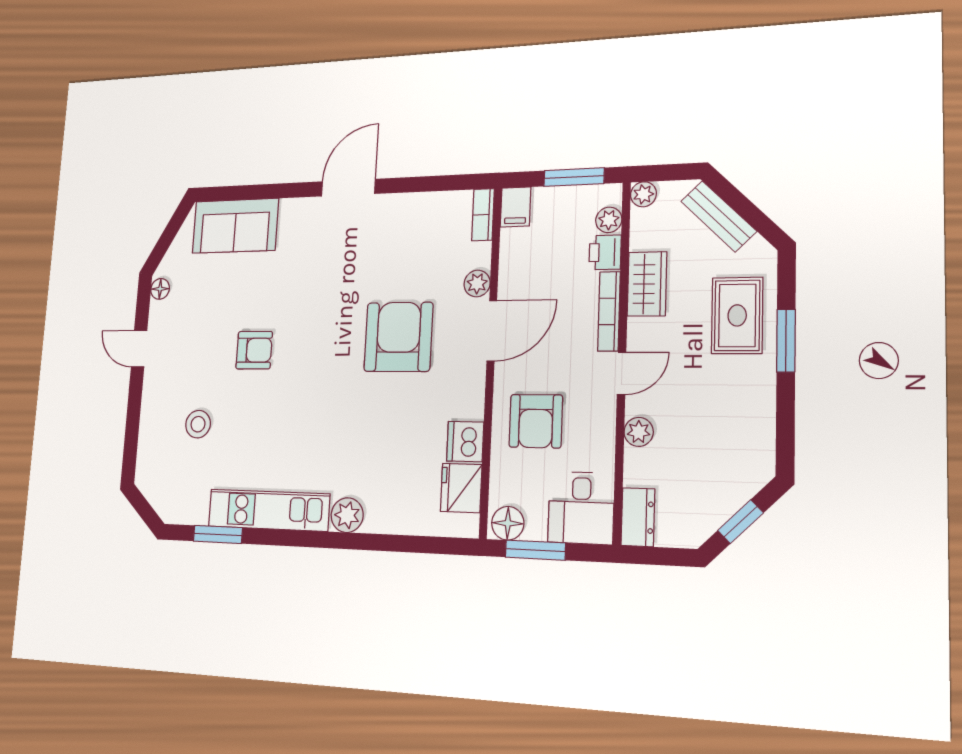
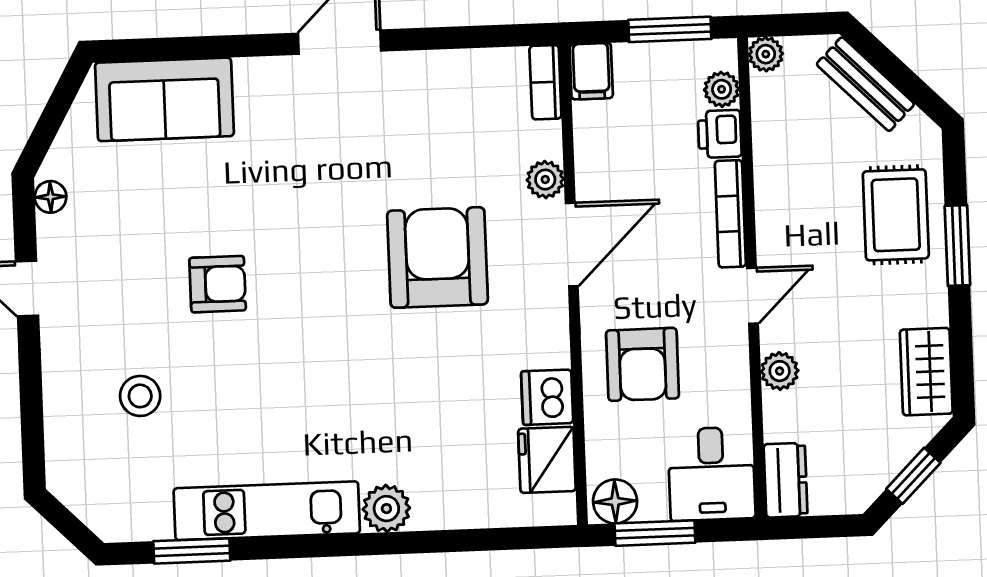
wardrobe: (647, 284) -> (926, 372), moved, turned 180

